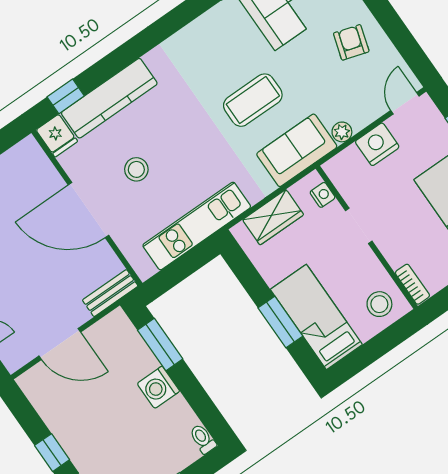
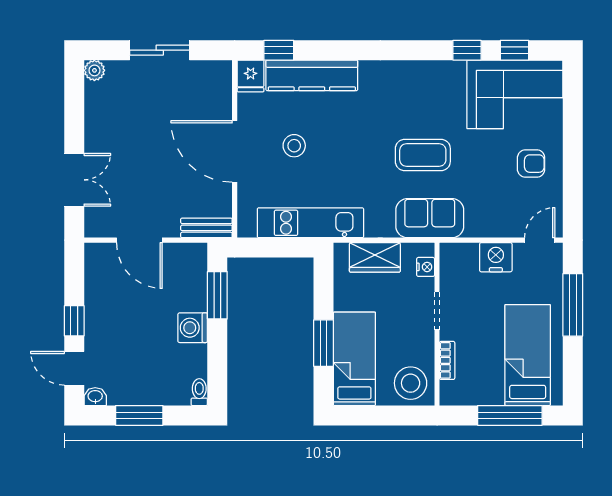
armchair: (351, 42) -> (531, 164), turned 73
plant: (342, 132) -> (475, 228), removed
bookcase: (412, 284) -> (447, 360), moved
stool: (379, 304) -> (411, 383), width x1.38, depth x1.38

